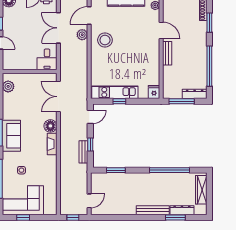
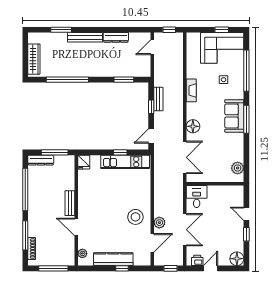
window: (209, 23) -> (25, 235), width x1.44
fireplace: (52, 144) -> (191, 90), moved
dresser: (182, 210) -> (116, 37), moved

